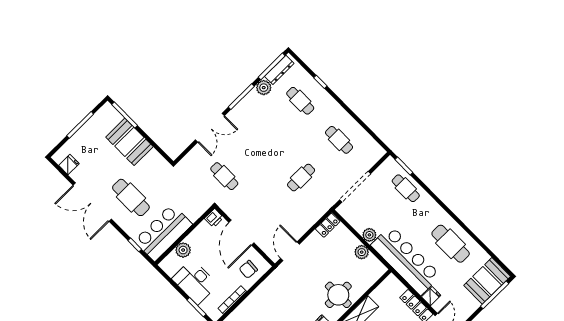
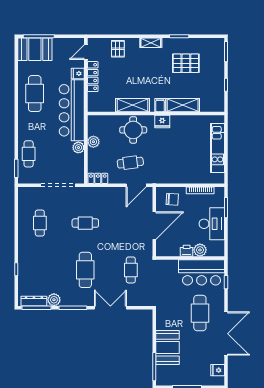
cafe table: (300, 101) -> (85, 270), moved, width x1.37, depth x1.35
printer: (214, 218) -> (187, 251), moved
cafe table: (314, 265) -> (130, 163), added

